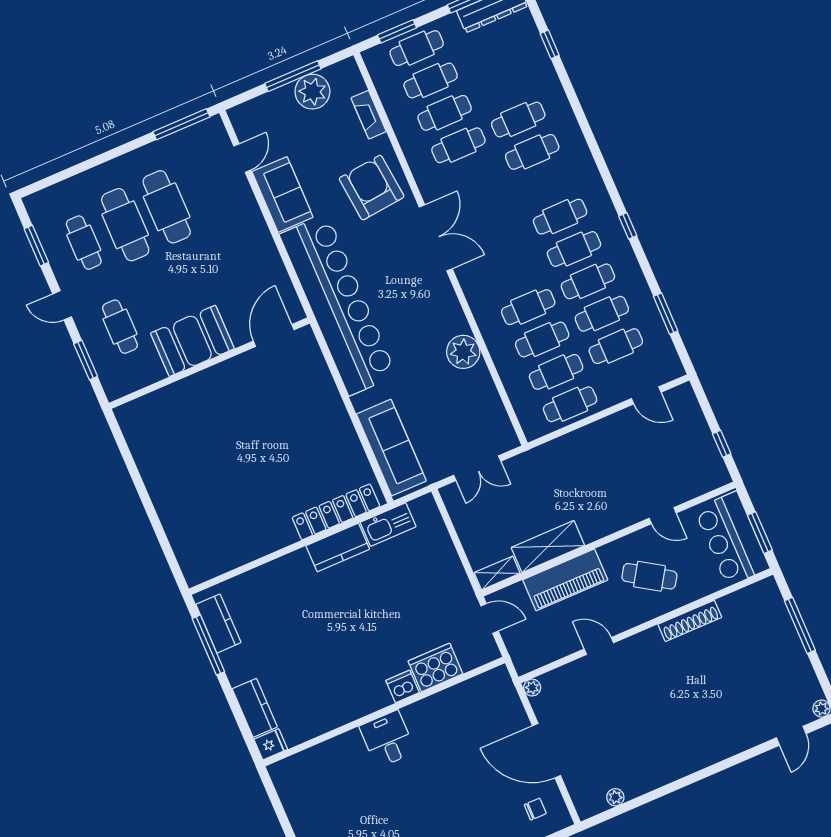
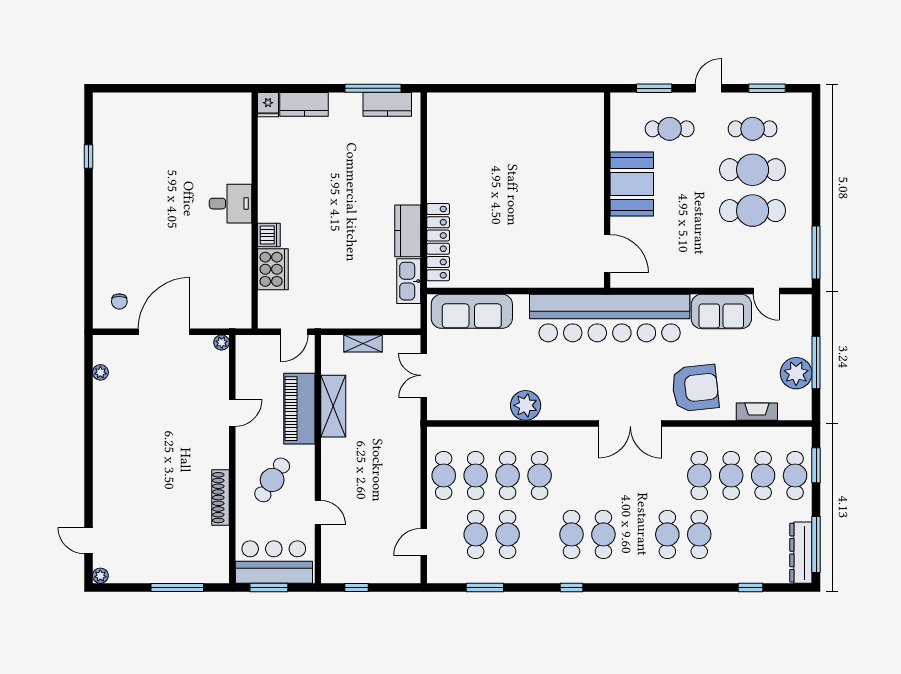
cafe table: (588, 281) -> (540, 534), removed
door: (663, 516) -> (318, 513), swing flipped
shelving: (497, 573) -> (363, 343), moved, turned 90

